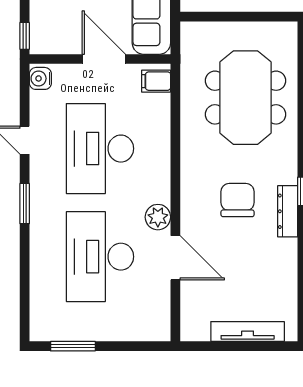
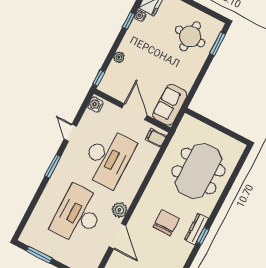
desk: (100, 149) -> (108, 158), turned 180
dresser: (288, 211) -> (196, 229), moved

